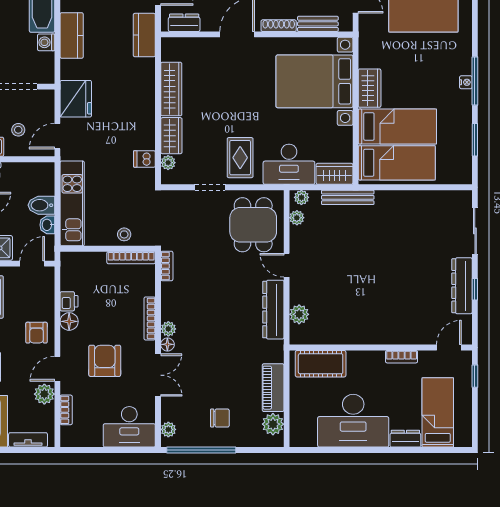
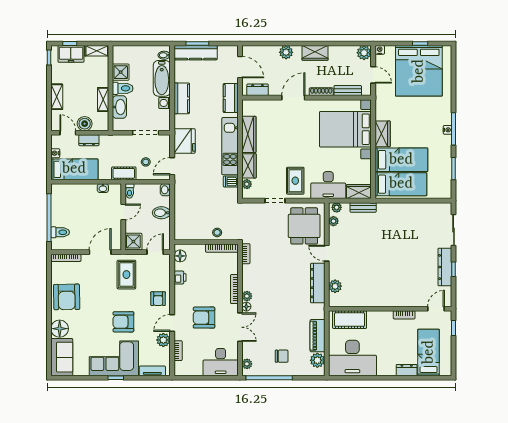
bench: (348, 197) -> (363, 207), width x0.73
kitchen unit: (72, 203) -> (230, 146), moved, turned 180
washbasin: (47, 225) -> (165, 190), moved
floor lamp: (69, 321) -> (180, 256), moved
armchair: (105, 361) -> (204, 318), turned -90
desk: (353, 421) -> (352, 358), moved

